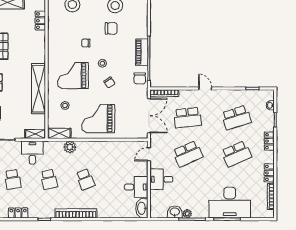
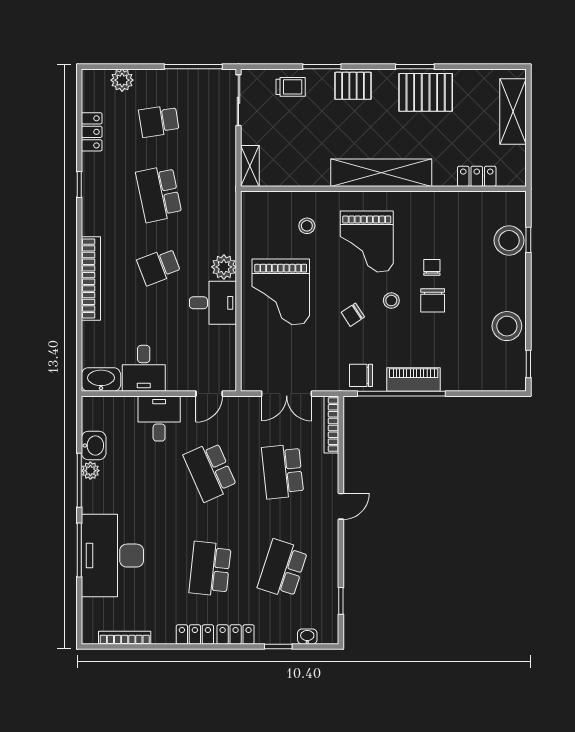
chair: (111, 28) -> (433, 300), moved
grand piano: (73, 76) -> (367, 241), turned 180
shelving: (39, 89) -> (381, 173), moved
double door: (149, 116) -> (287, 394), width x0.73
school desk: (236, 118) -> (283, 569), turned 36
grand piano: (98, 119) -> (281, 292), turned 180
shelving: (59, 133) -> (251, 214), removed
plant: (70, 147) -> (224, 267), moved
desk: (32, 152) -> (213, 303), moved
door: (149, 154) -> (209, 394), swing flipped
school desk: (236, 154) -> (210, 569), turned 30
locker: (269, 173) -> (195, 635), moved
school desk: (49, 179) -> (159, 194), width x1.85
bookcase: (76, 213) -> (91, 278), moved

